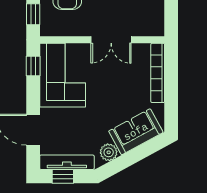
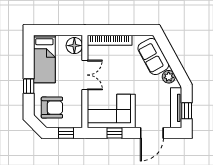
floor lamp: (151, 25) -> (74, 46), added
window: (33, 66) -> (114, 133), moved

